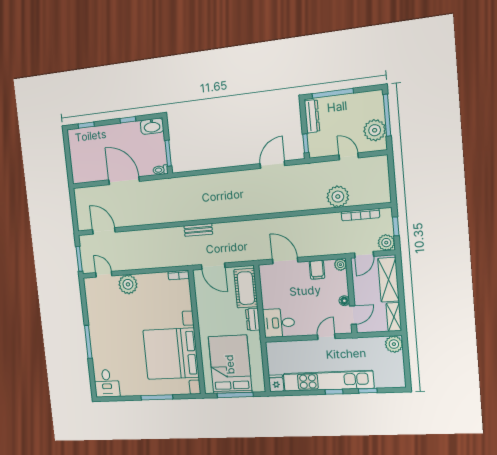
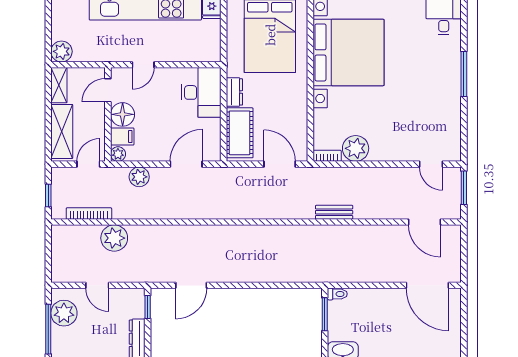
door: (124, 181) -> (427, 285), moved
bench: (198, 230) -> (334, 212), moved
plant: (386, 243) -> (139, 177), moved
door: (285, 261) -> (186, 164), swing flipped
filing cabinet: (317, 270) -> (122, 137), moved, turned 90
plant: (128, 284) -> (356, 148), moved
floor lamp: (344, 301) -> (123, 114), width x1.89, depth x1.89
desk: (279, 323) -> (201, 92), width x1.37

